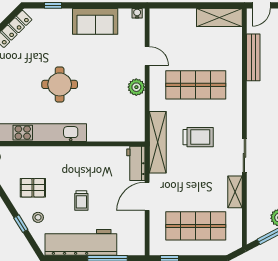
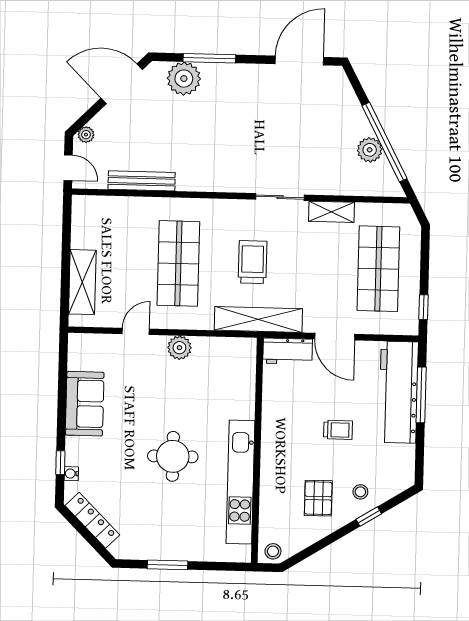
water cooler: (137, 13) -> (71, 474), moved
shelving: (219, 17) -> (82, 282), moved
workbench: (81, 242) -> (399, 392), moved

